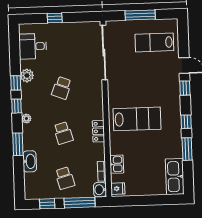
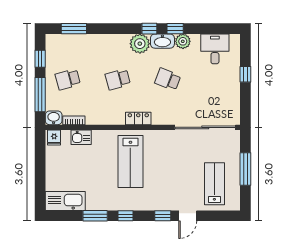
plant: (26, 119) -> (140, 44), width x1.87, depth x1.87
locker: (99, 131) -> (138, 118), moved
window: (18, 144) -> (74, 29), moved
washbasin: (30, 161) -> (162, 41), moved

